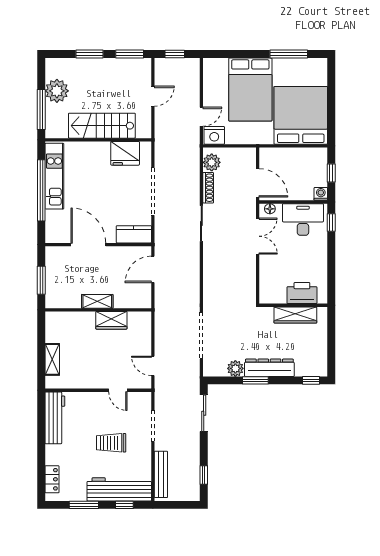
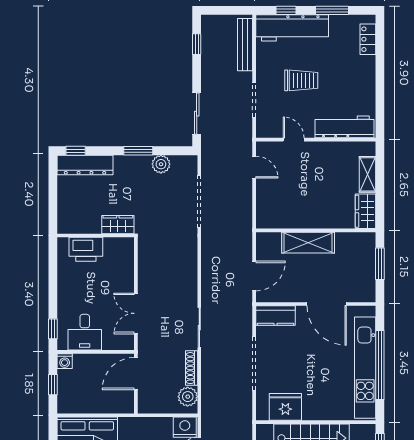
kitchen unit: (54, 176) -> (365, 368), width x1.36
door: (258, 183) -> (136, 374), hinge flipped
floor lamp: (270, 209) -> (122, 344), removed
desk: (303, 219) -> (85, 332), width x0.73
shelving: (97, 301) -> (308, 243), width x1.50, depth x1.33
wardrobe: (295, 315) -> (118, 225), moved, width x0.67
wardrobe: (111, 320) -> (365, 211), moved, turned -90
dresser: (269, 368) -> (85, 165), moved
workbench: (55, 418) -> (344, 127), moved, turned 90

